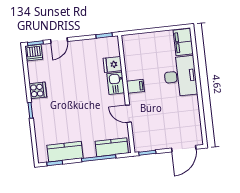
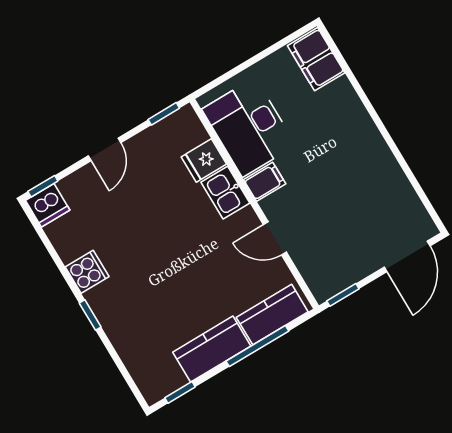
door: (59, 41) -> (105, 149), moved
desk: (180, 76) -> (249, 127), moved, turned 180
kitchen counter: (65, 152) -> (212, 349), moved

